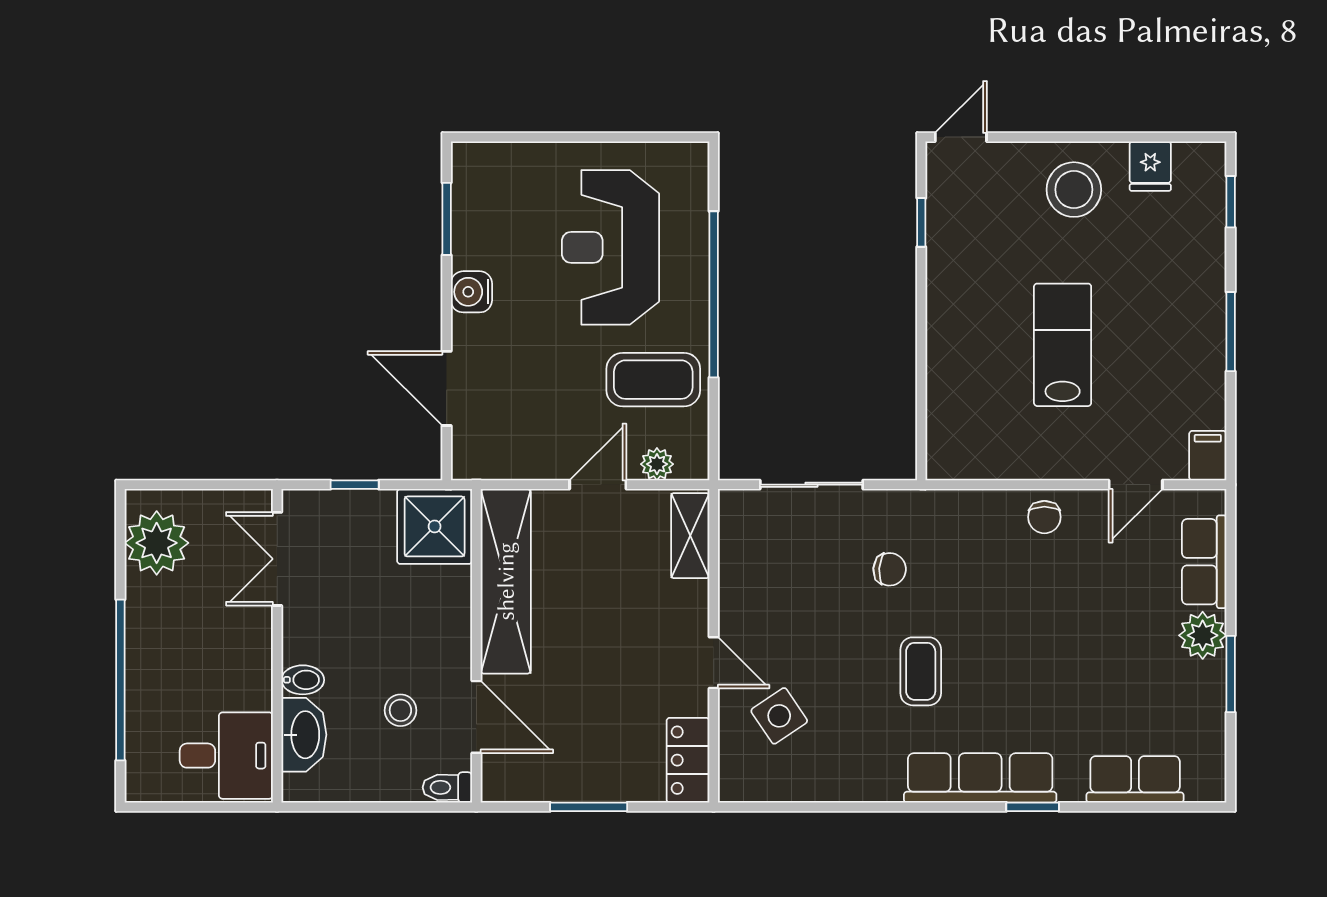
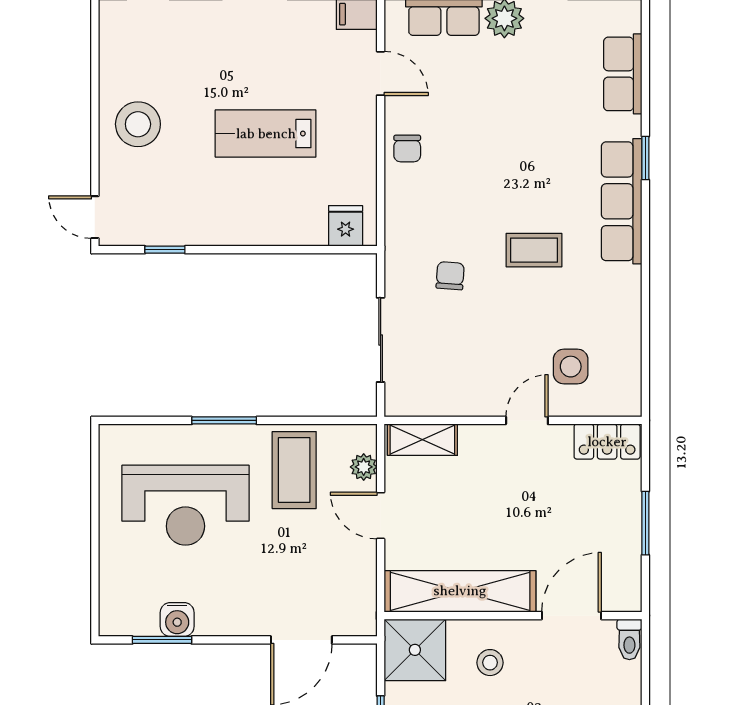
fridge: (1150, 166) -> (346, 226), moved, turned -90
water cooler: (471, 292) -> (177, 619), moved
window: (714, 294) -> (224, 420), width x0.47
chair: (1044, 517) -> (407, 149), turned 90
stool: (400, 710) -> (490, 663), moved
side table: (779, 716) -> (571, 367), turned 34

